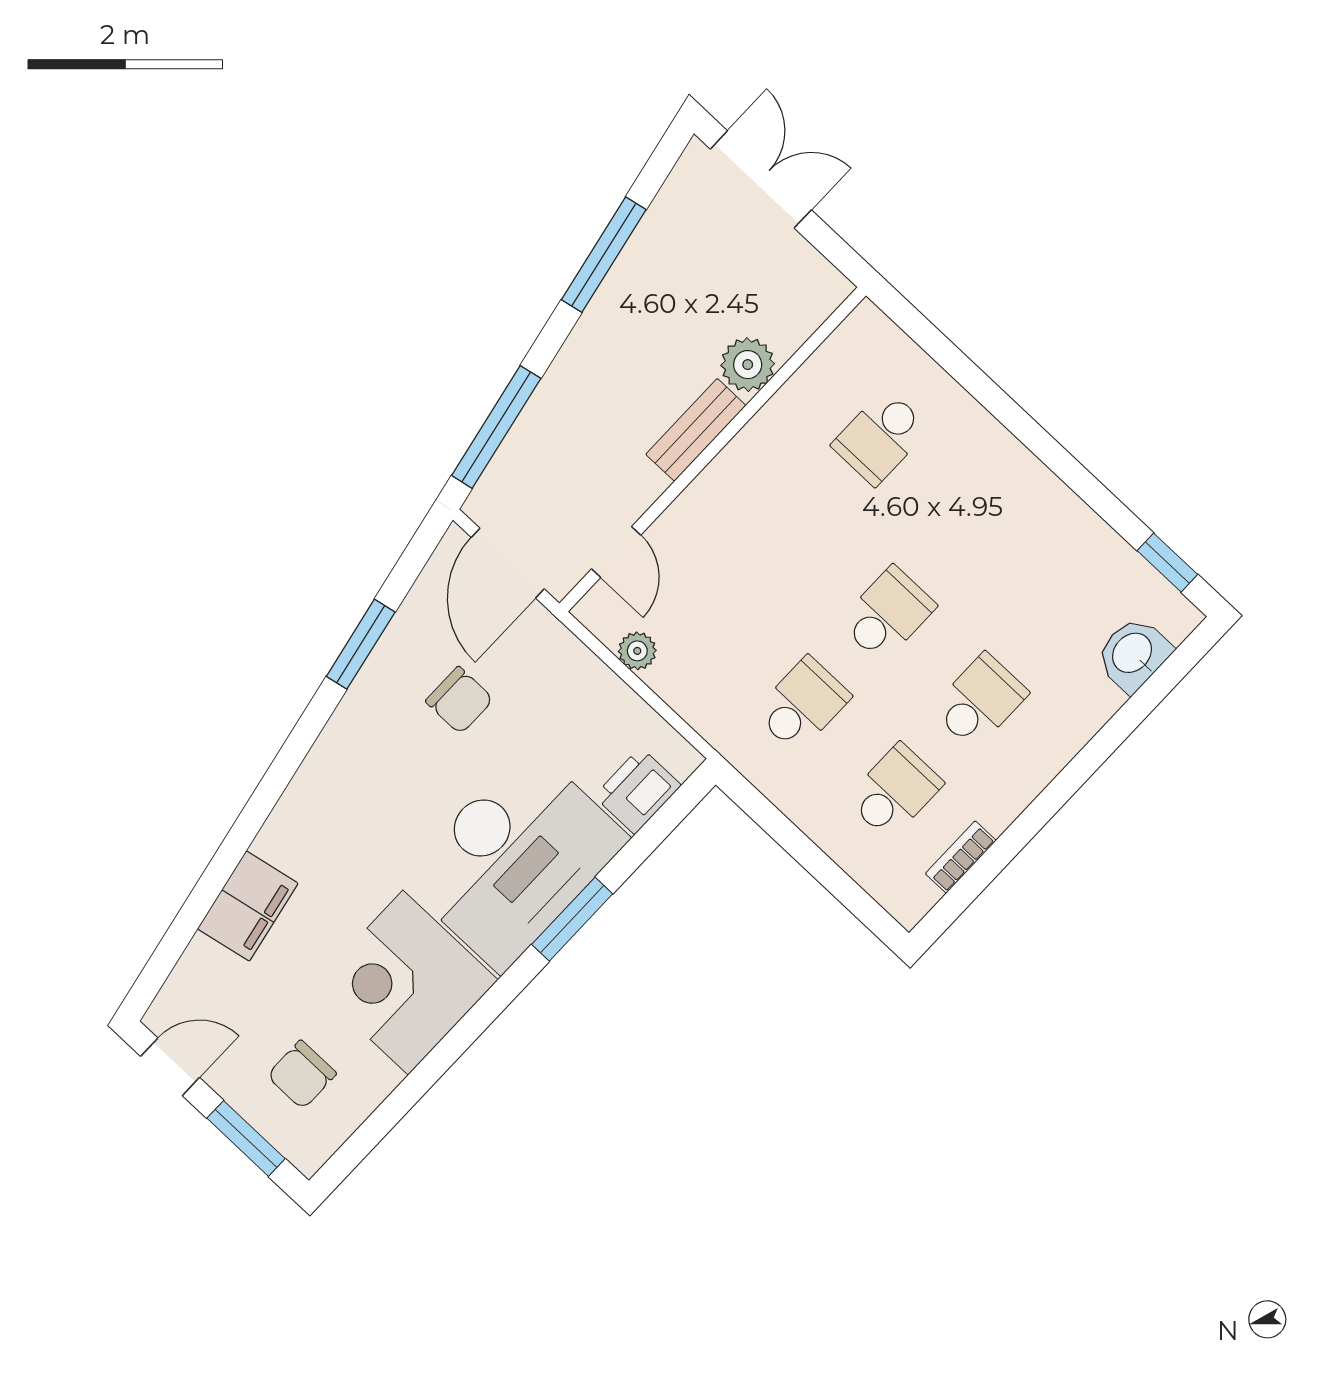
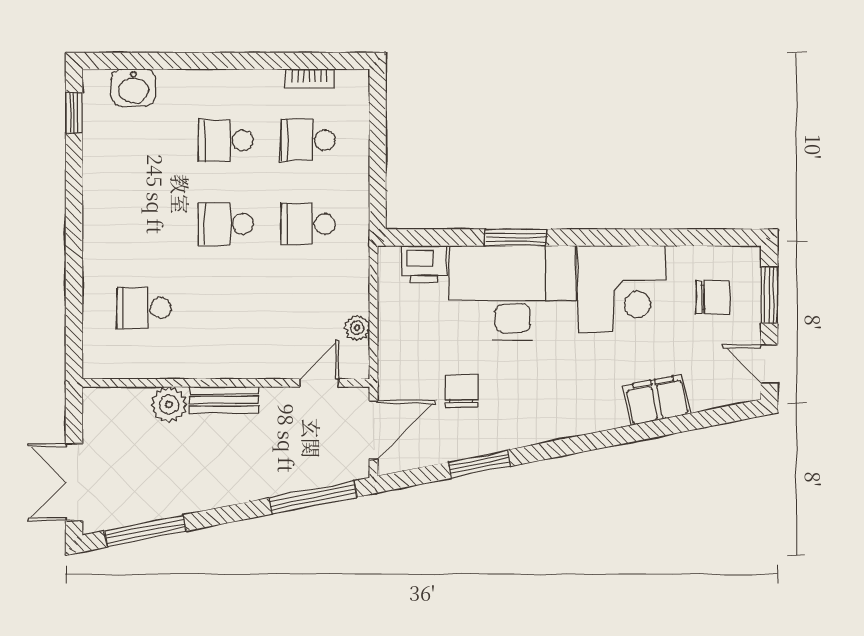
window: (604, 255) -> (145, 531), moved
school desk: (880, 437) -> (144, 308), turned 180

